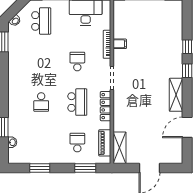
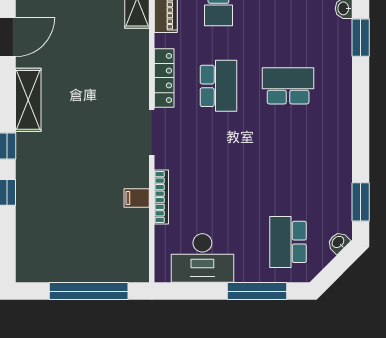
school desk: (77, 62) -> (218, 164), removed
school desk: (41, 102) -> (288, 86), width x1.85
school desk: (77, 102) -> (218, 86), turned 180

